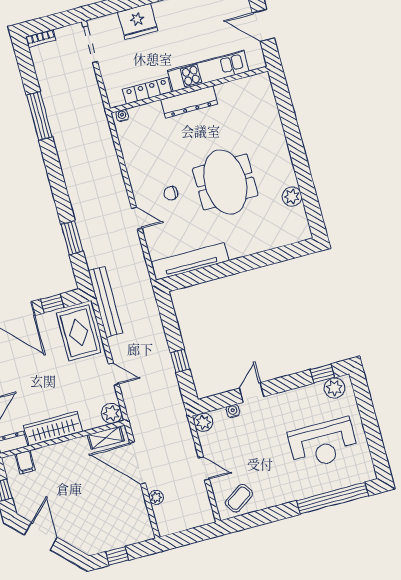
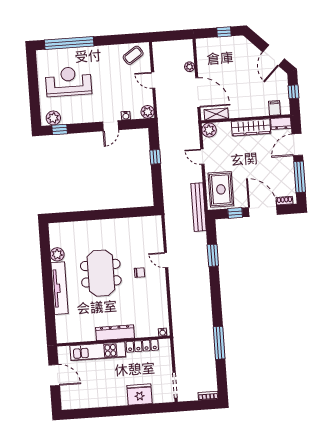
tv unit: (190, 261) -> (60, 288), moved, turned -90

